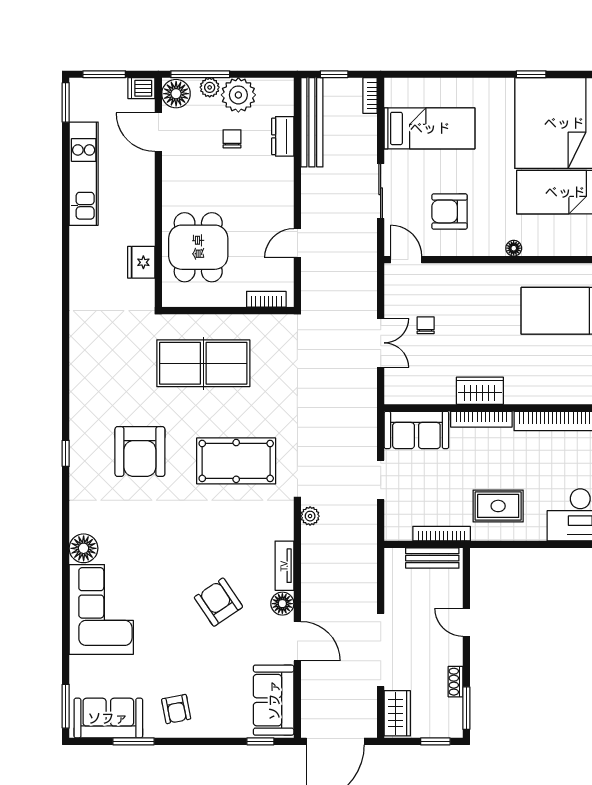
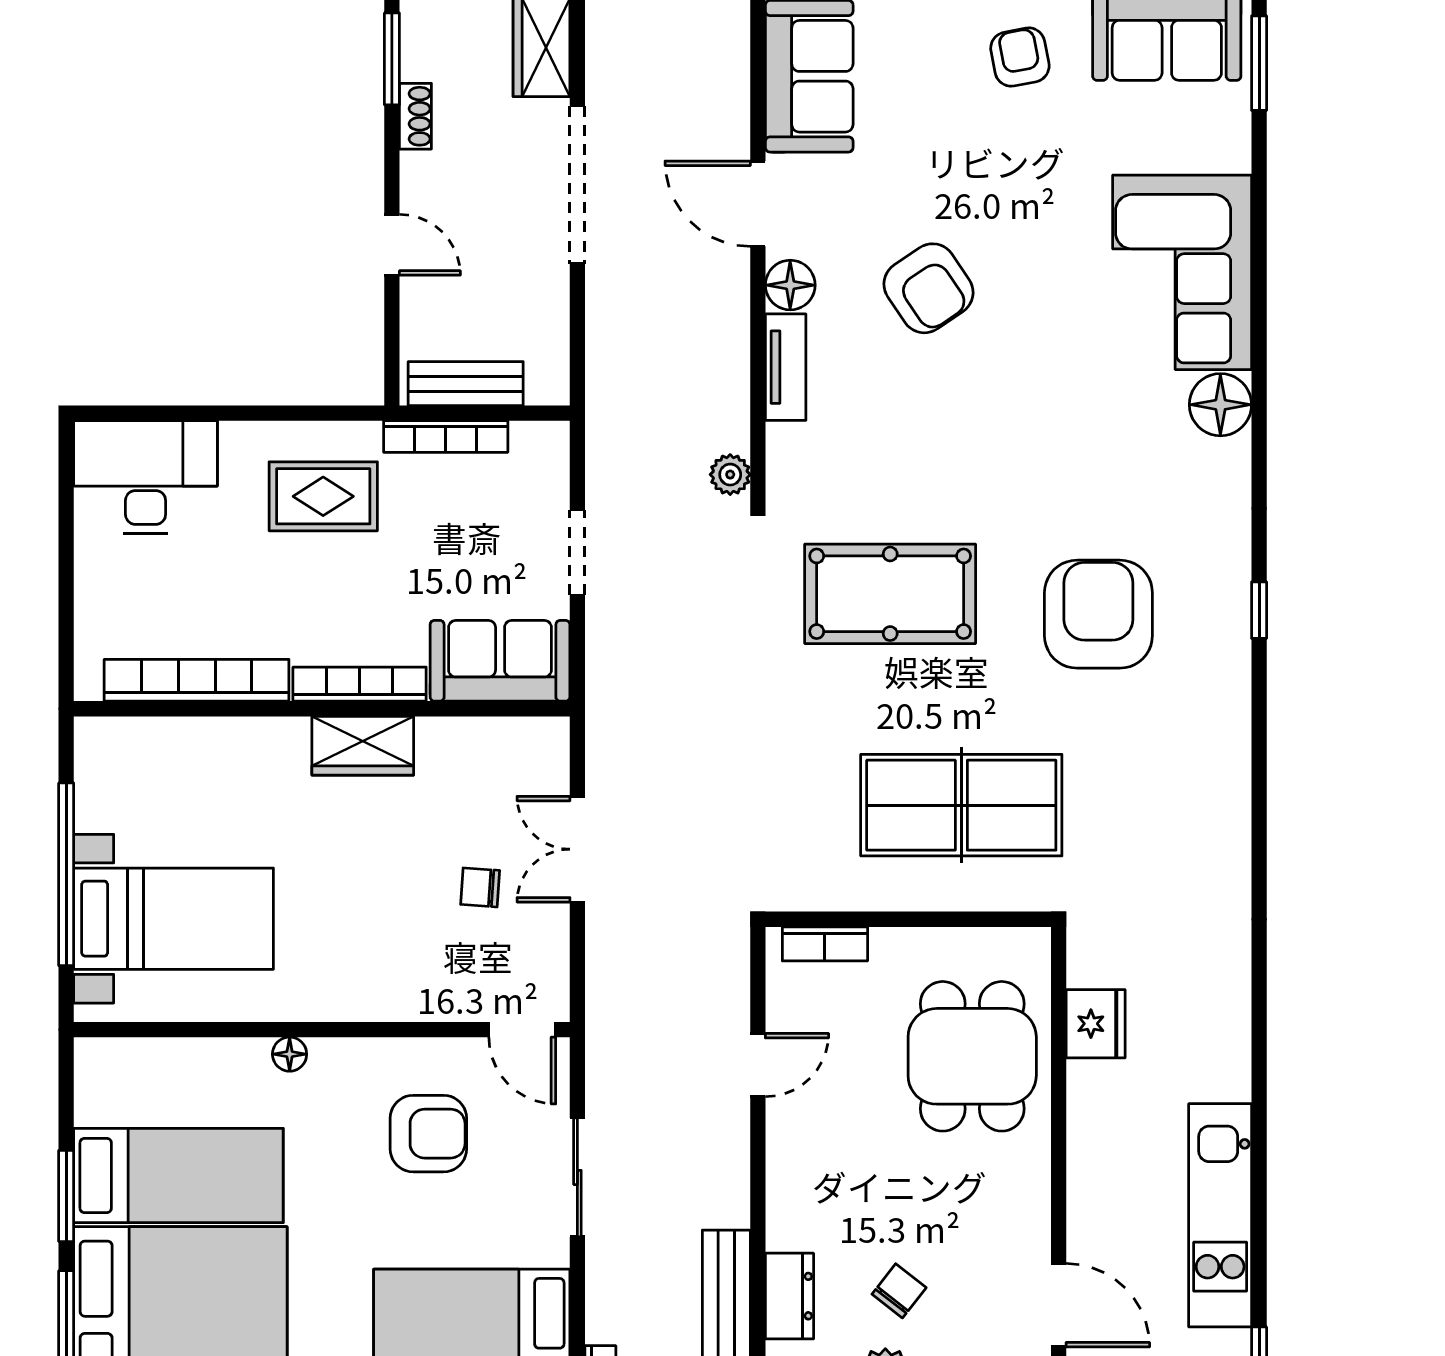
chair: (232, 139) -> (899, 1291), turned -142
chair: (426, 325) -> (480, 887), turned 94

